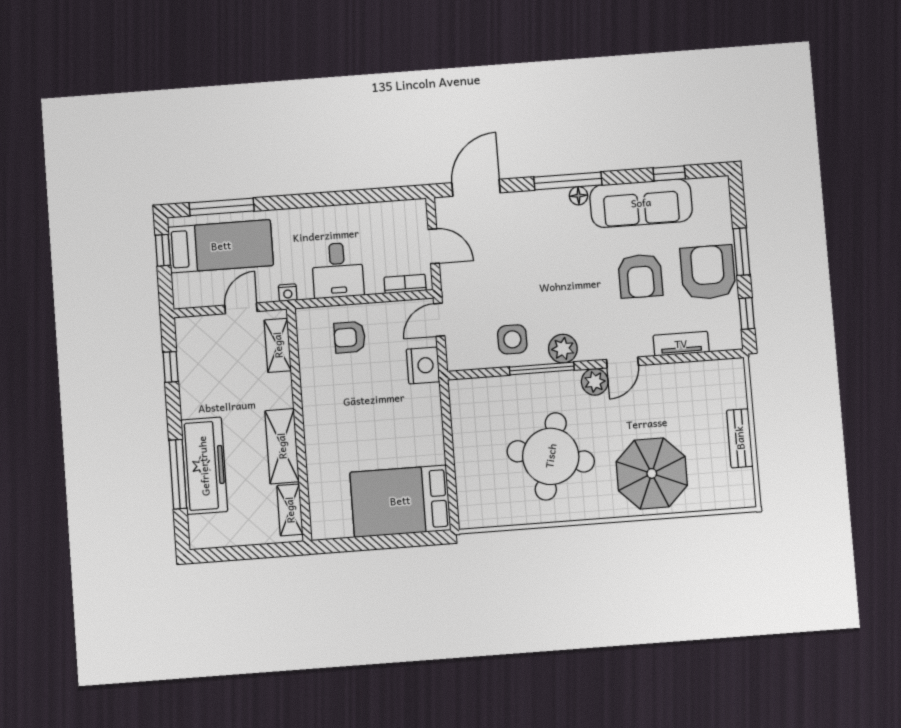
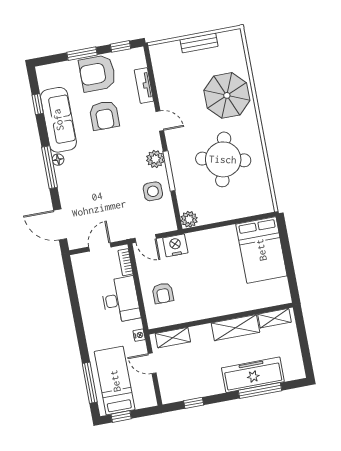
desk: (338, 270) -> (121, 300), width x1.37
armchair: (640, 276) -> (104, 115), turned 90
plant: (595, 382) -> (189, 219), moved

